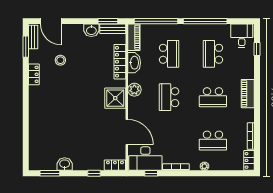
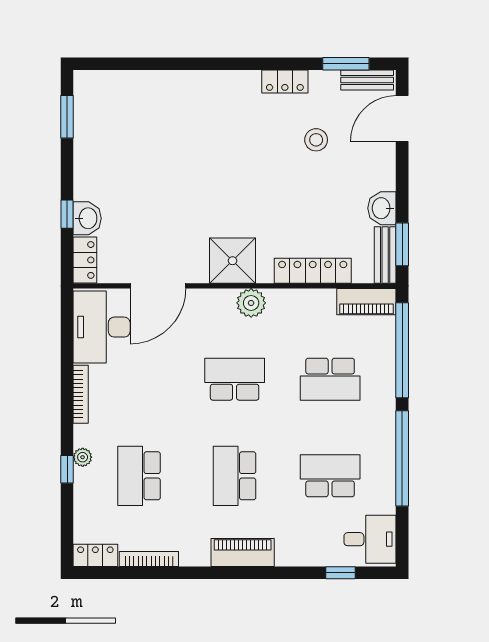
washbasin: (134, 63) -> (311, 302), removed
washbasin: (65, 164) -> (87, 218), moved
window: (151, 173) -> (67, 469), moved

